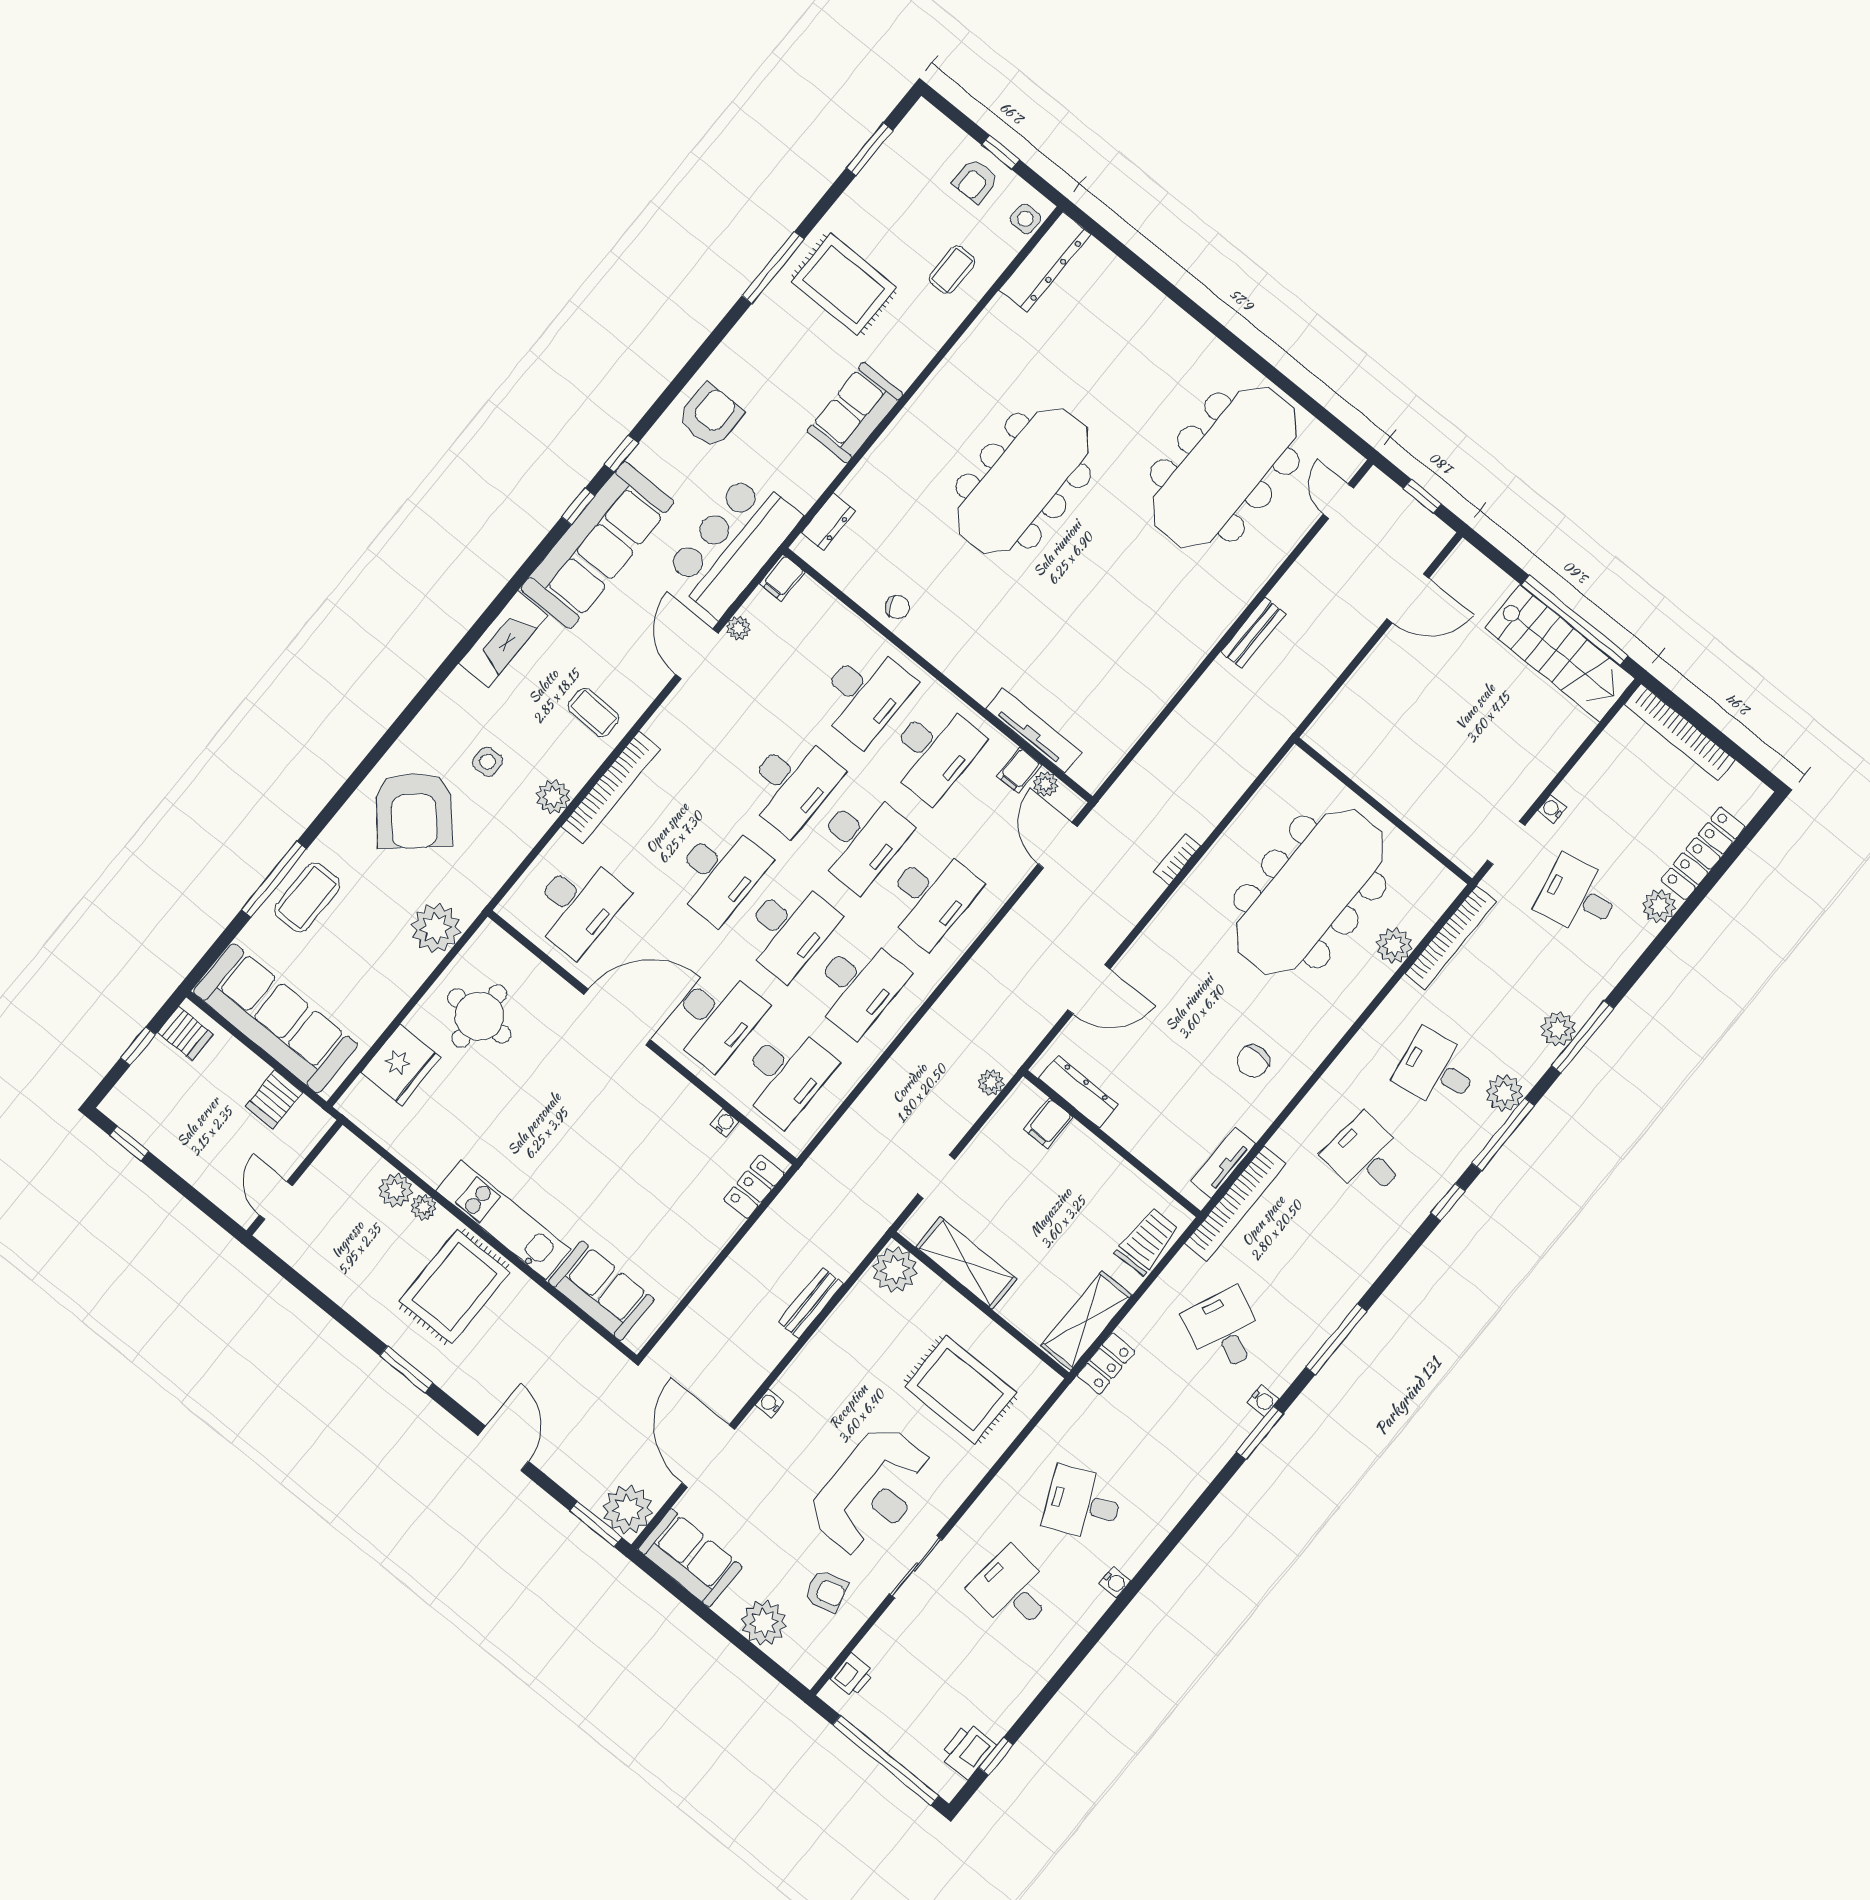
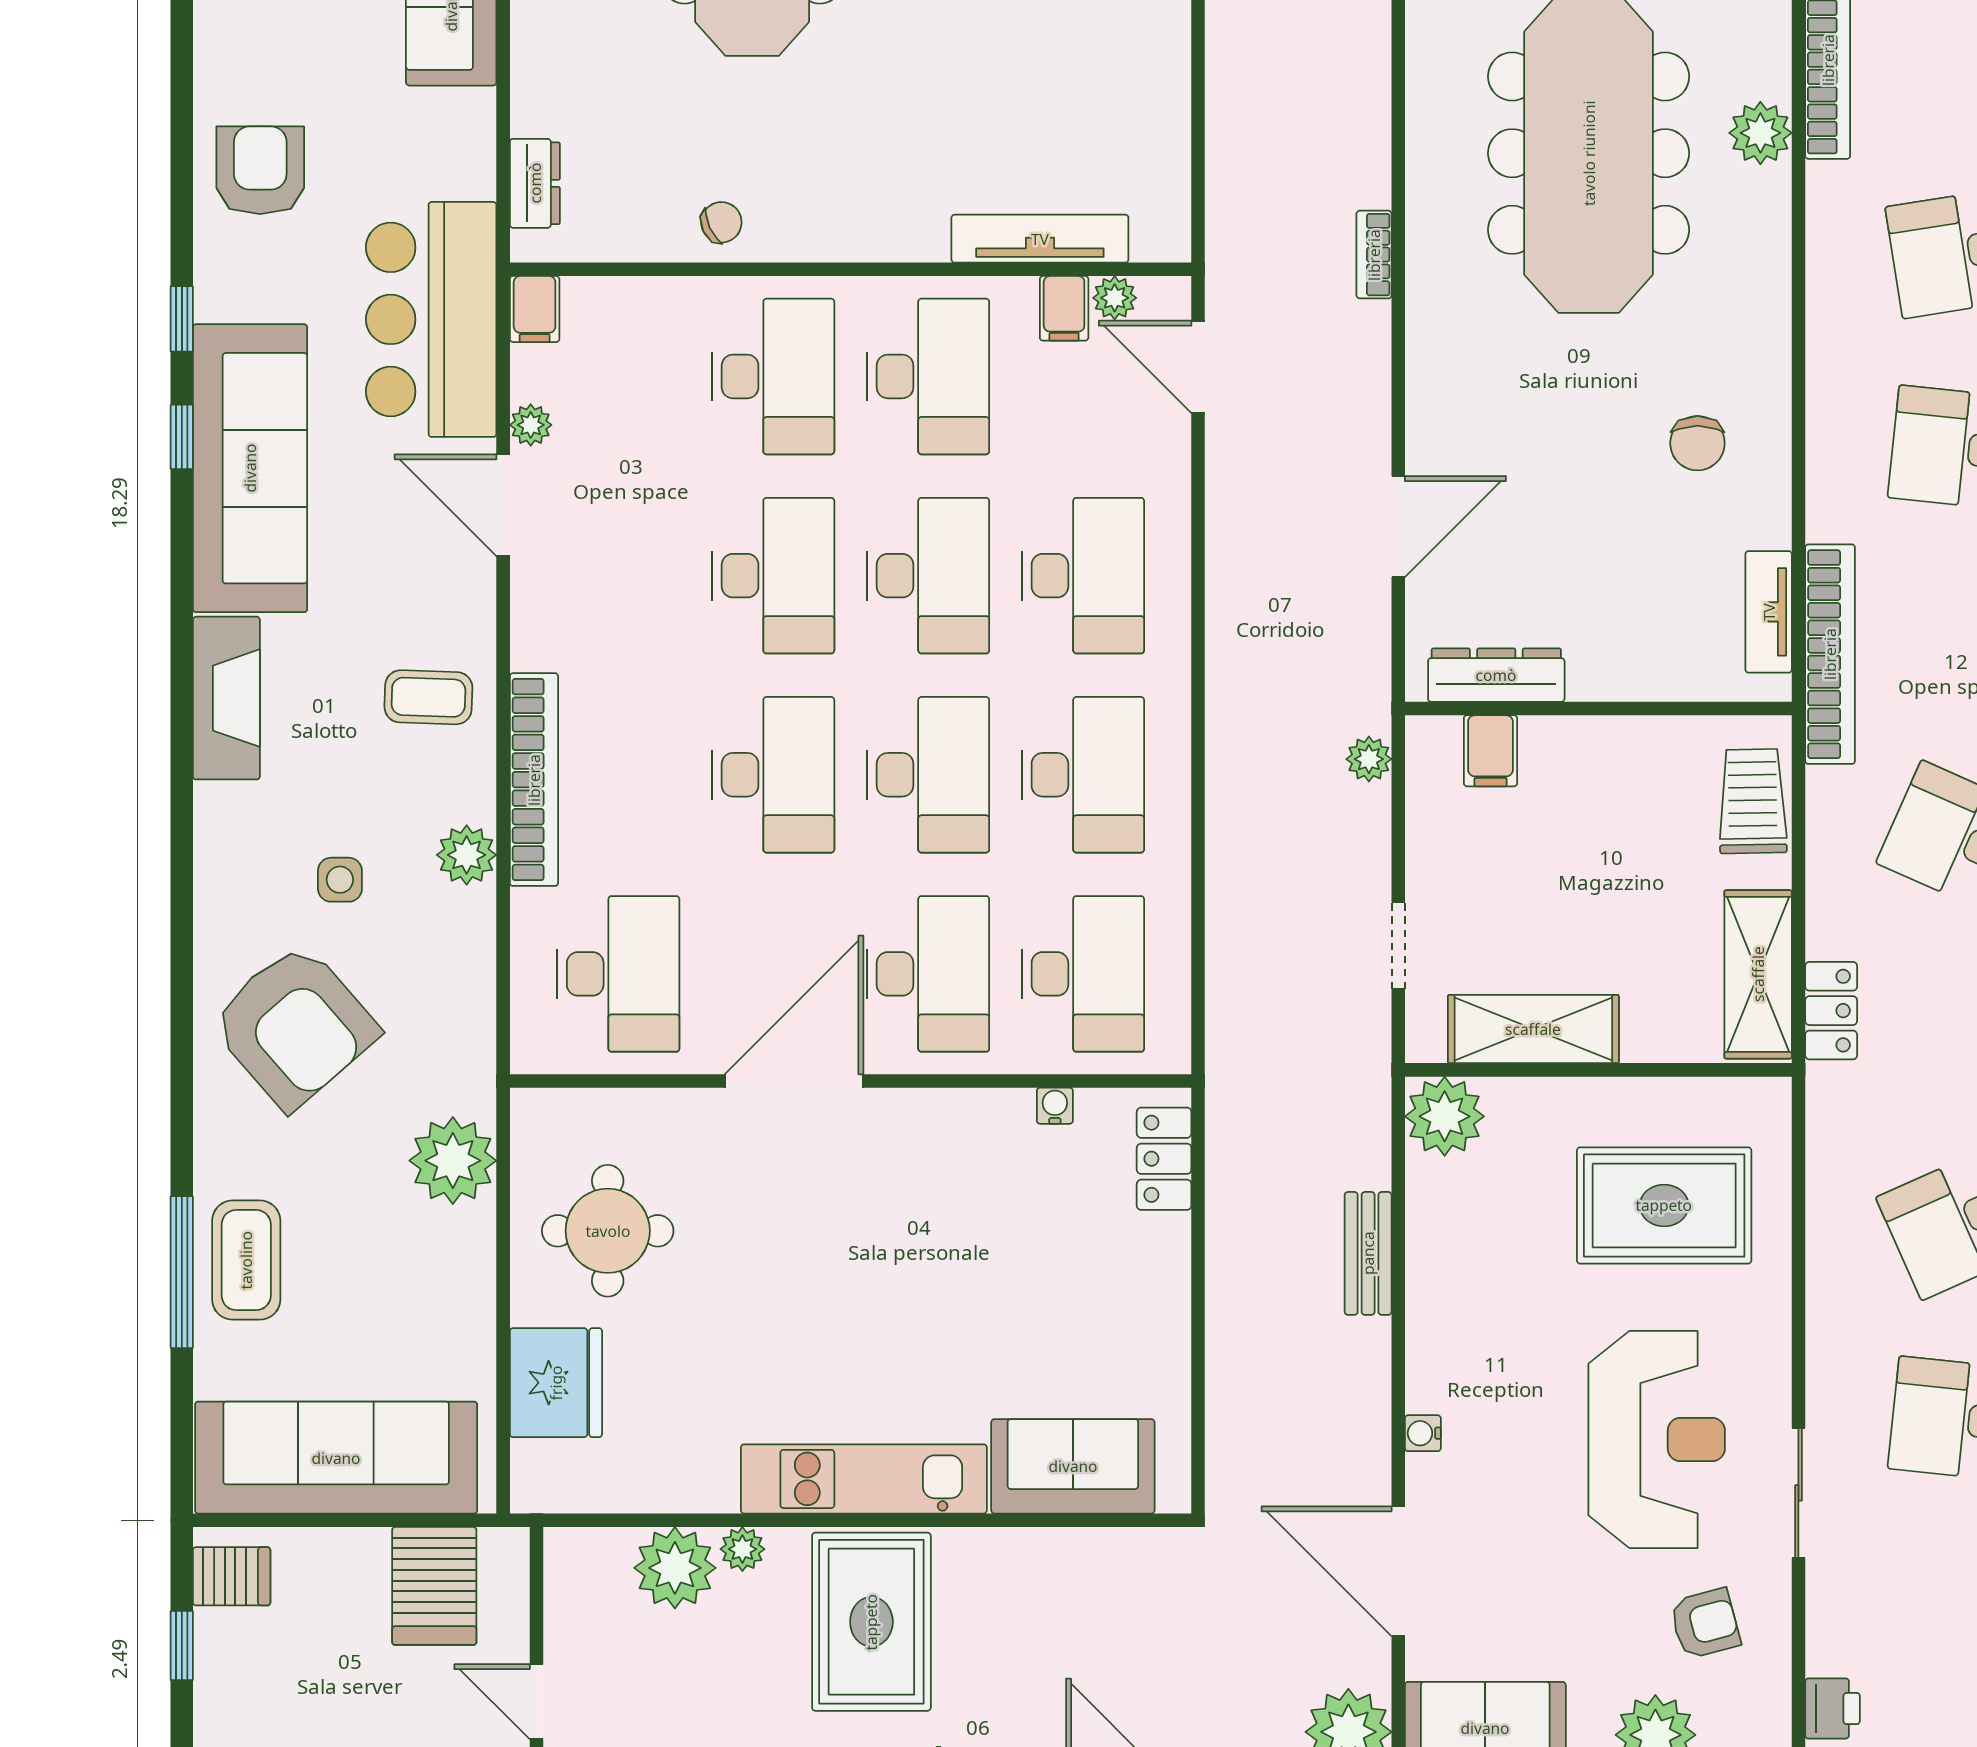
server rack: (274, 1099) -> (434, 1586), width x1.36, depth x1.44
plant: (395, 1190) -> (675, 1568), width x1.36, depth x1.36

